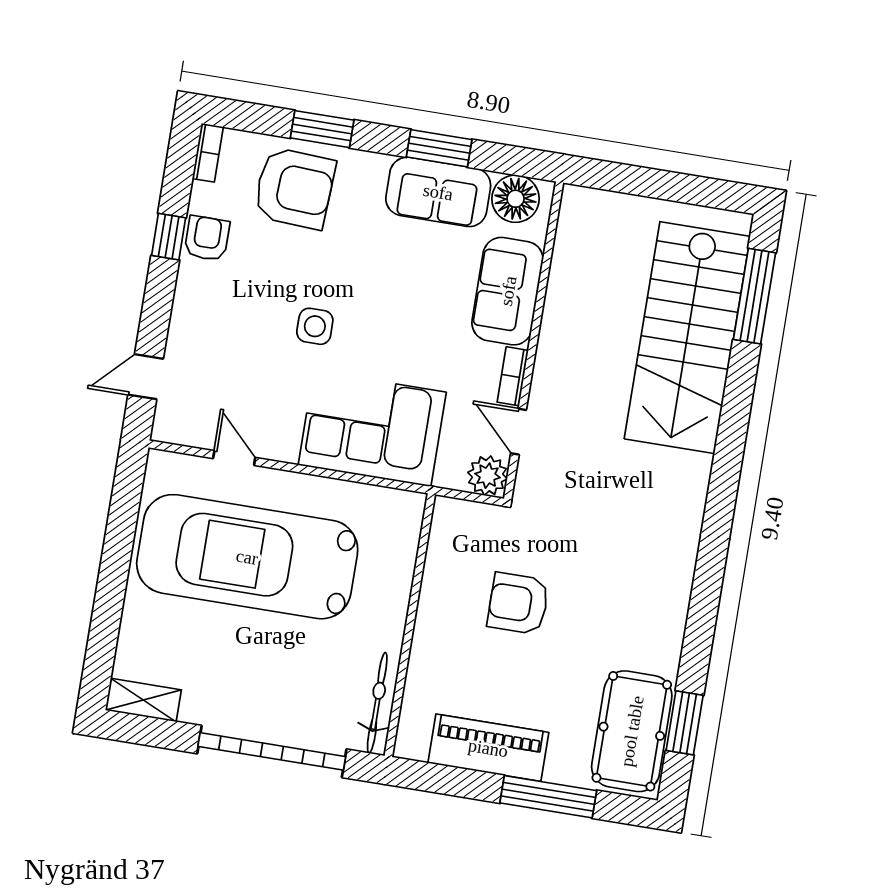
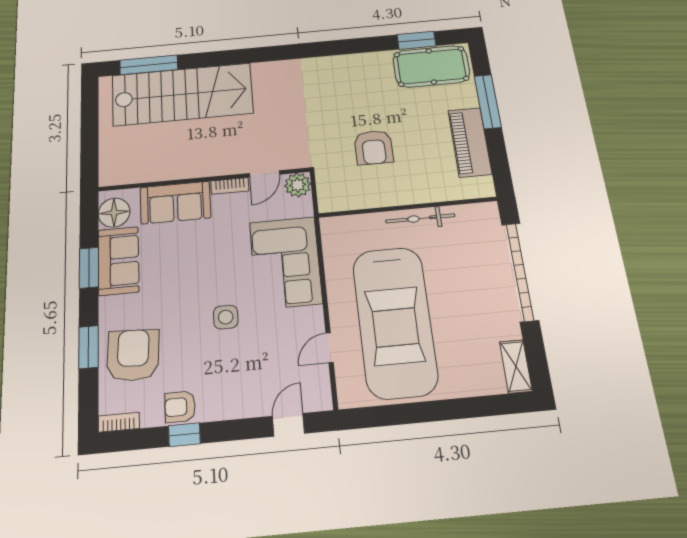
door: (146, 377) -> (289, 425), swing flipped
bicycle: (377, 703) -> (420, 218), moved

